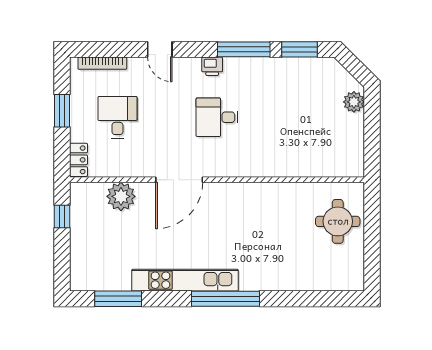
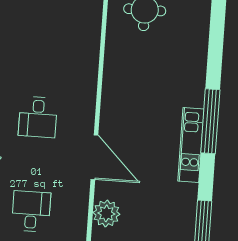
desk: (117, 117) -> (31, 211), turned 90
kitchen unit: (185, 280) -> (191, 145), width x0.73

